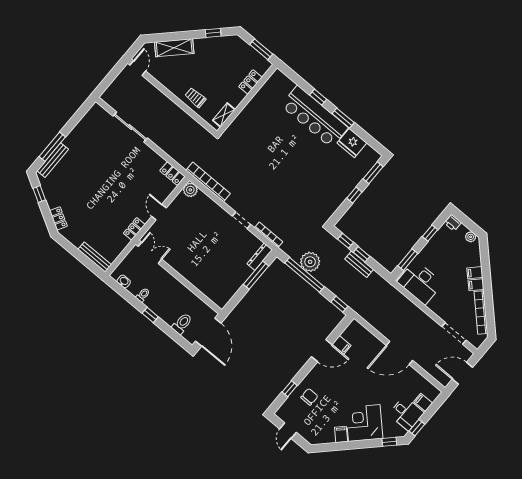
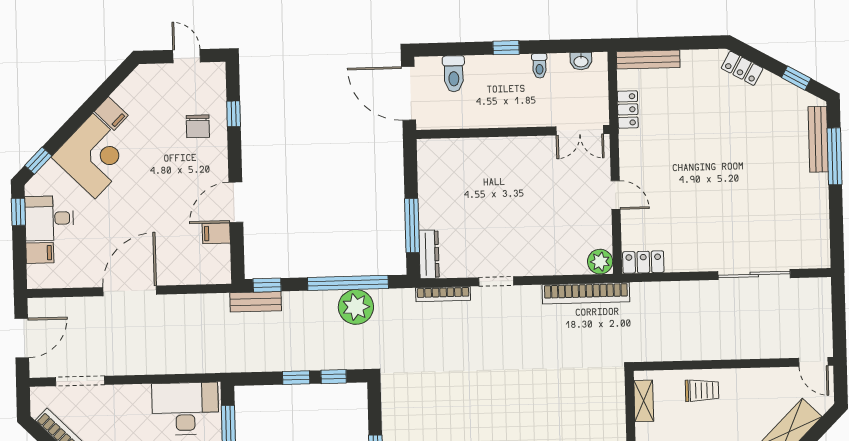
locker: (134, 229) -> (628, 109), moved
bench: (359, 264) -> (256, 302), moved

